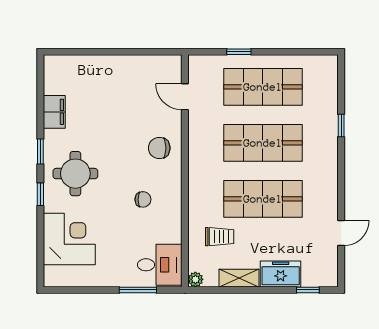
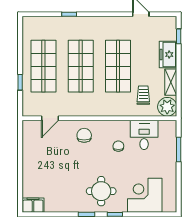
filing cabinet: (54, 112) -> (33, 205), moved
chair: (159, 148) -> (84, 135), turned 180
desk: (160, 265) -> (144, 135), moved
plant: (195, 279) -> (167, 107), width x1.88, depth x1.88

